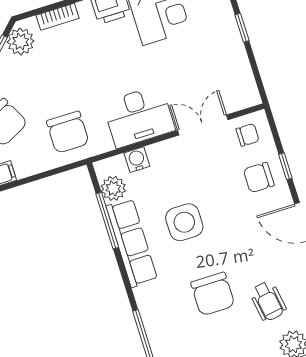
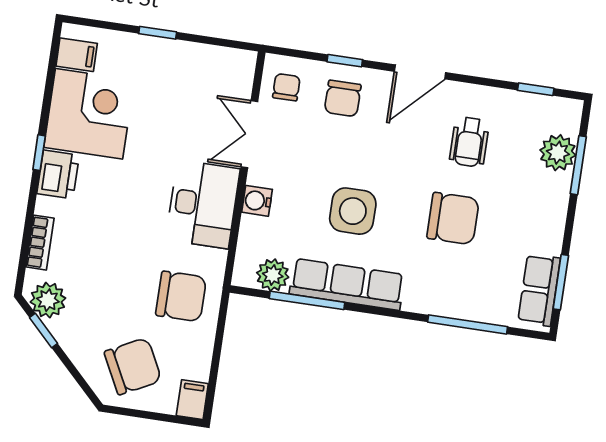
water cooler: (137, 160) -> (257, 201), moved
wheelchair: (268, 301) -> (469, 142), moved, turned 99

